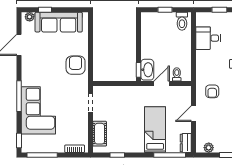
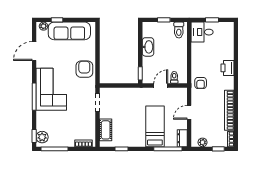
desk: (208, 38) -> (202, 32), moved
washbasin: (147, 70) -> (148, 47), moved
armchair: (212, 91) -> (201, 83), moved
corner sofa: (38, 110) -> (51, 89), moved
plant: (28, 142) -> (42, 137), added

